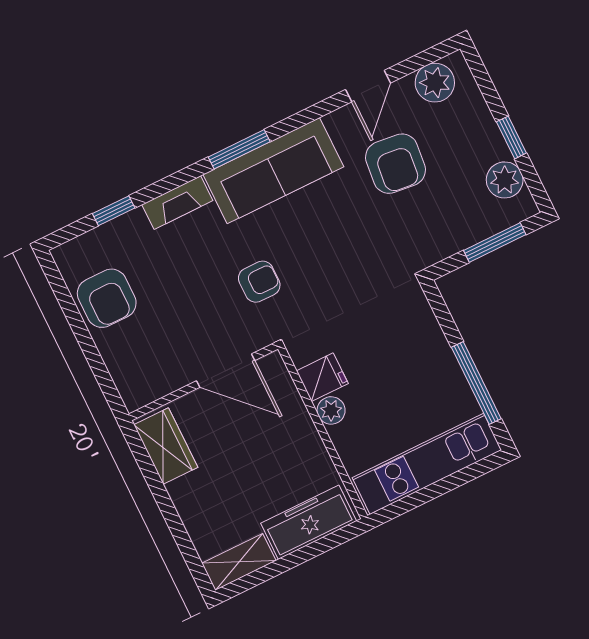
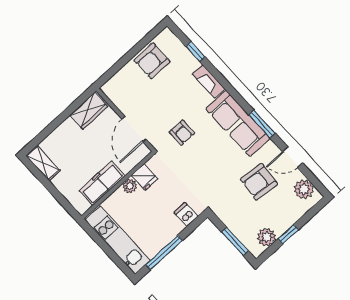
window: (239, 149) -> (262, 124), moved
dishwasher: (417, 320) -> (186, 215), added
freezer: (309, 522) -> (102, 183), moved, turned -90

